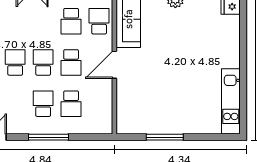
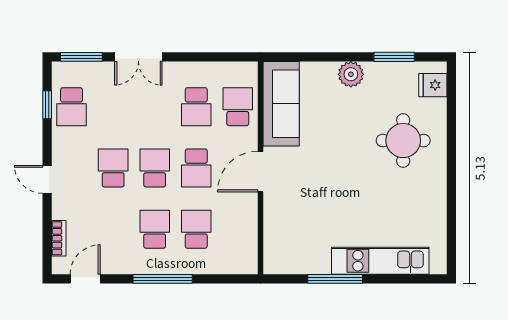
round table: (211, 44) -> (403, 141), added
kitchen unit: (231, 101) -> (380, 261), moved, turned 90
school desk: (71, 104) -> (196, 229), turned 180

